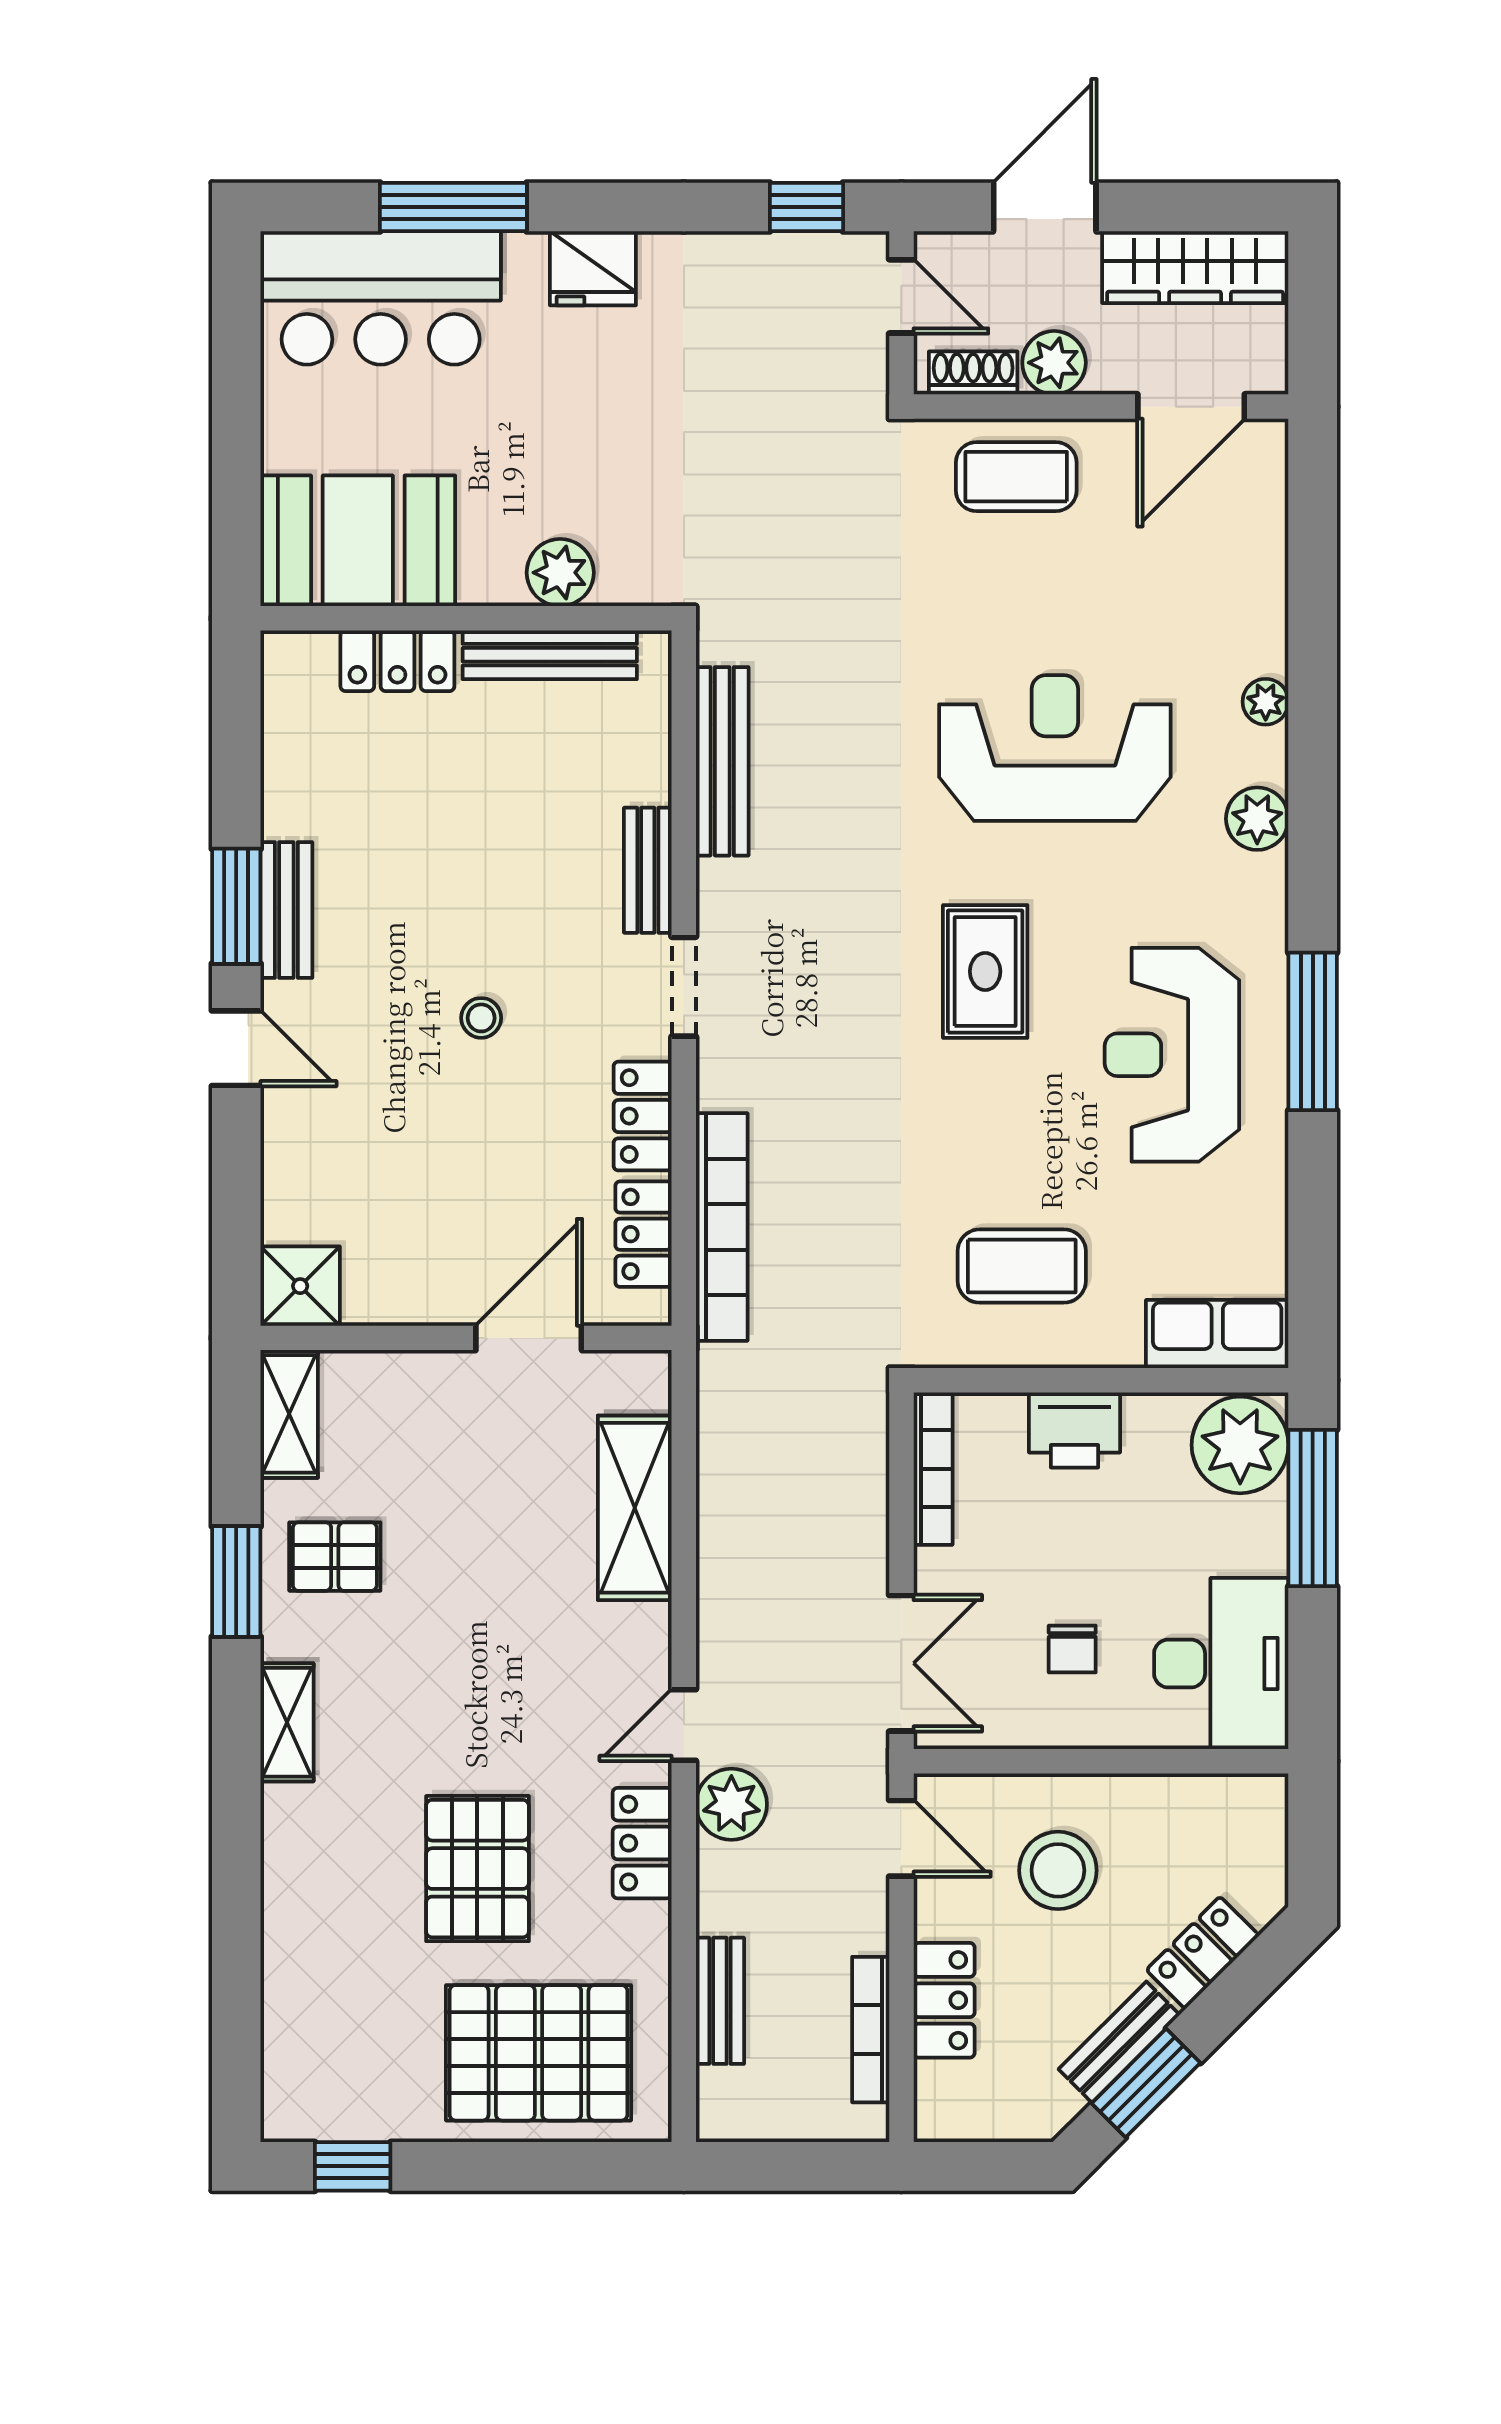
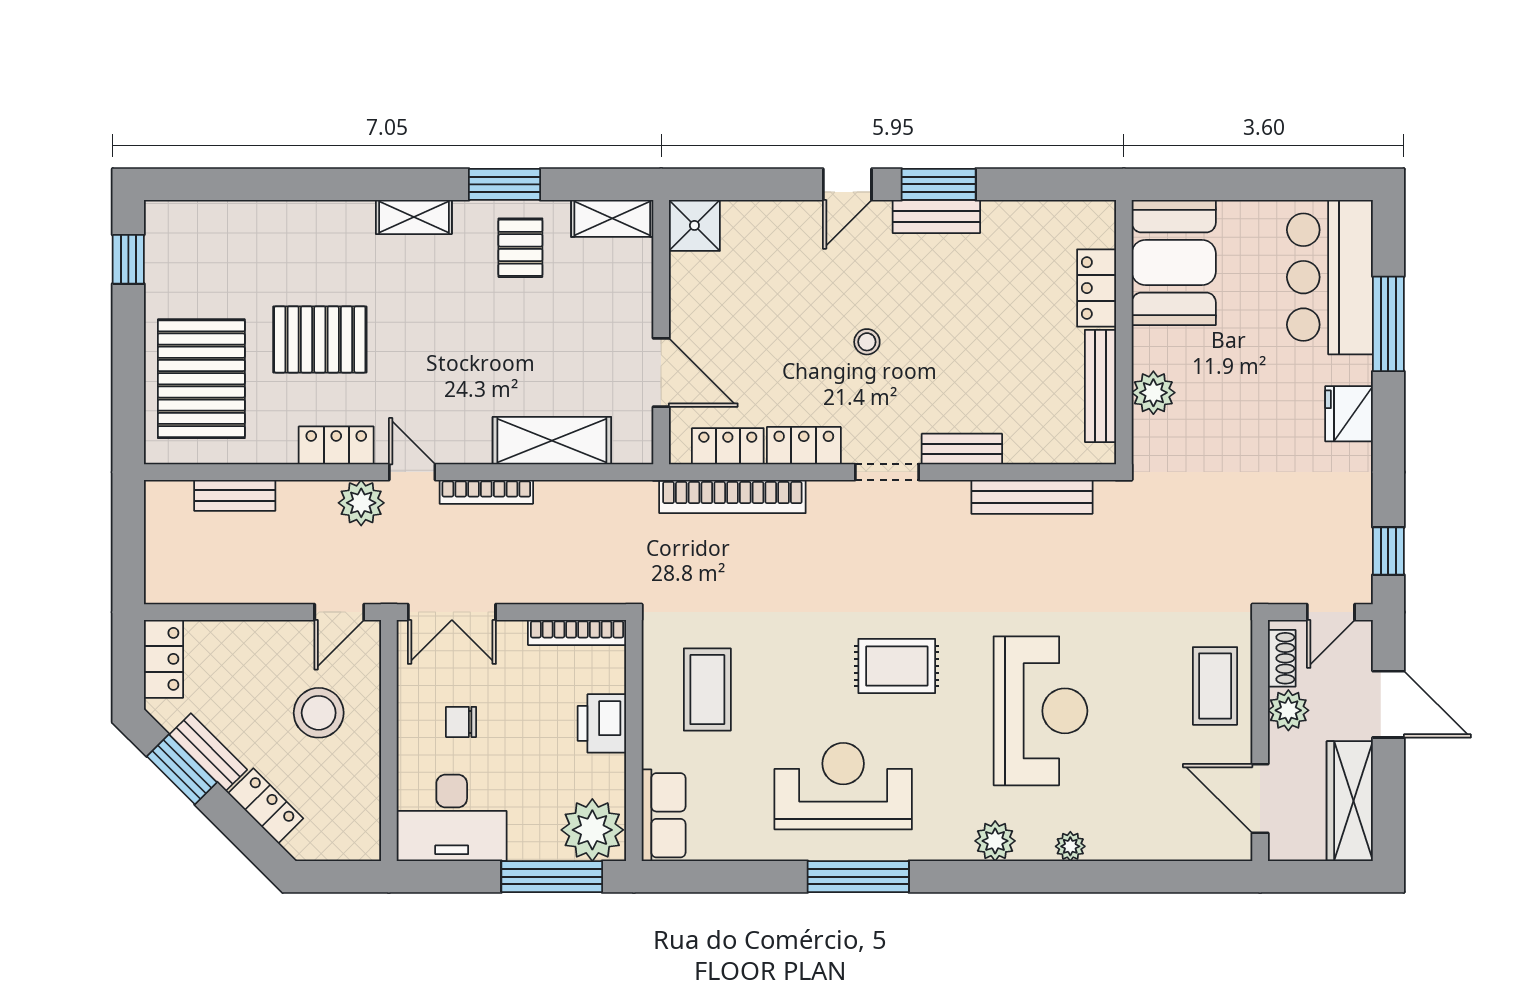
locker: (944, 2000) -> (164, 659), moved, turned -90
bookcase: (871, 2030) -> (486, 492), moved, turned 180

